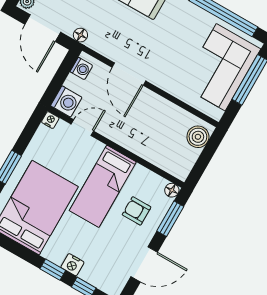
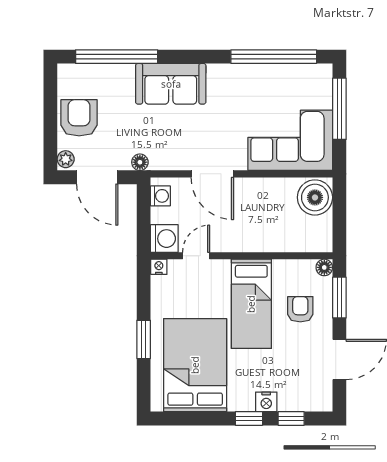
corner sofa: (221, 67) -> (290, 140), moved, turned 90
boiler: (198, 137) -> (315, 197), width x1.37, depth x1.37
armchair: (137, 211) -> (300, 309), turned 90

